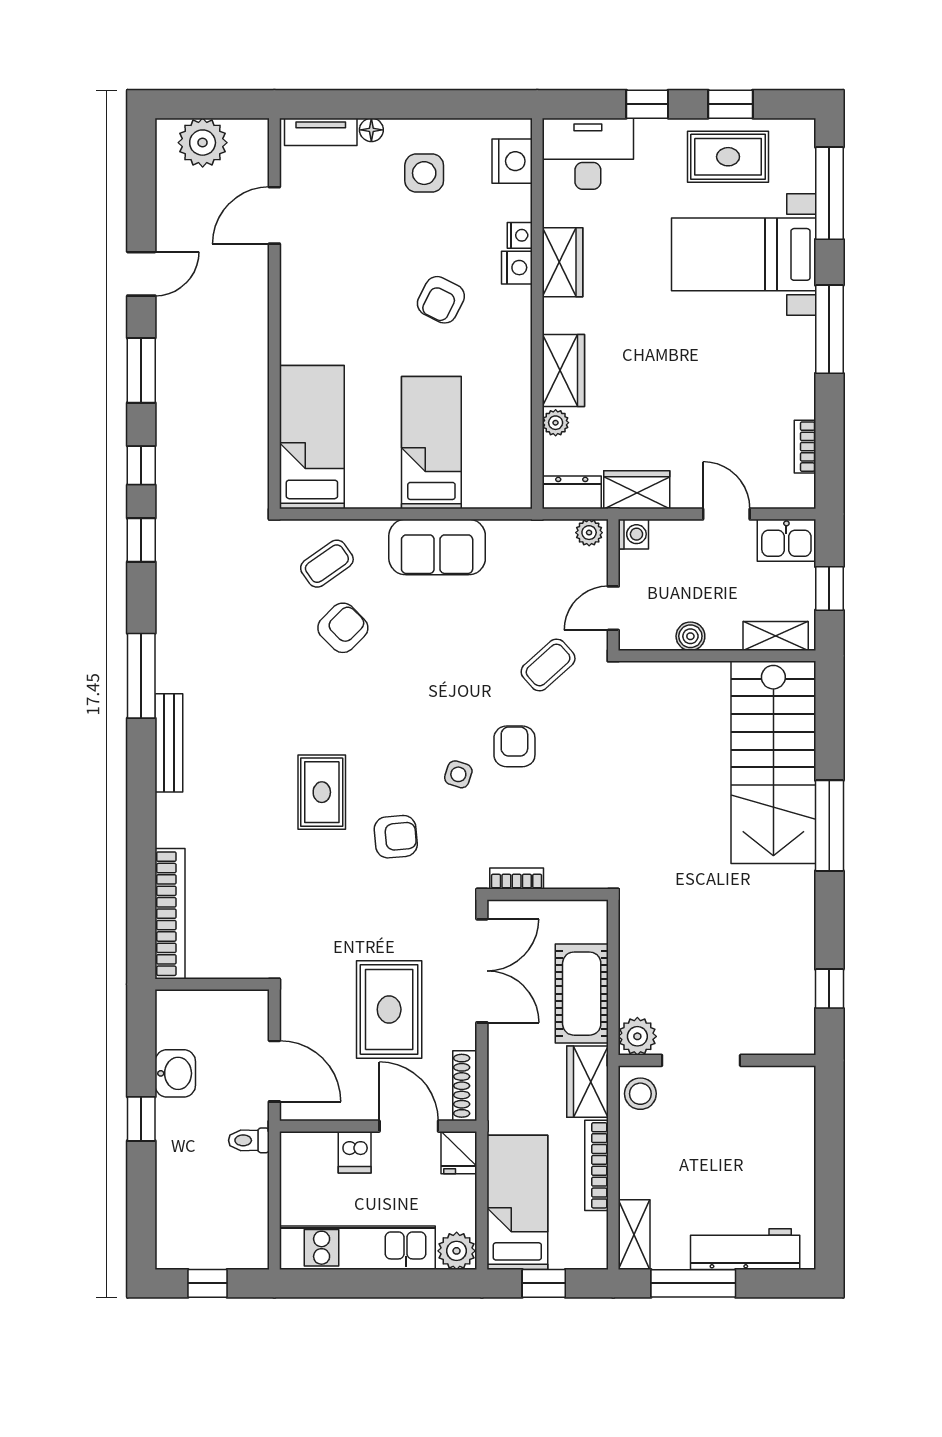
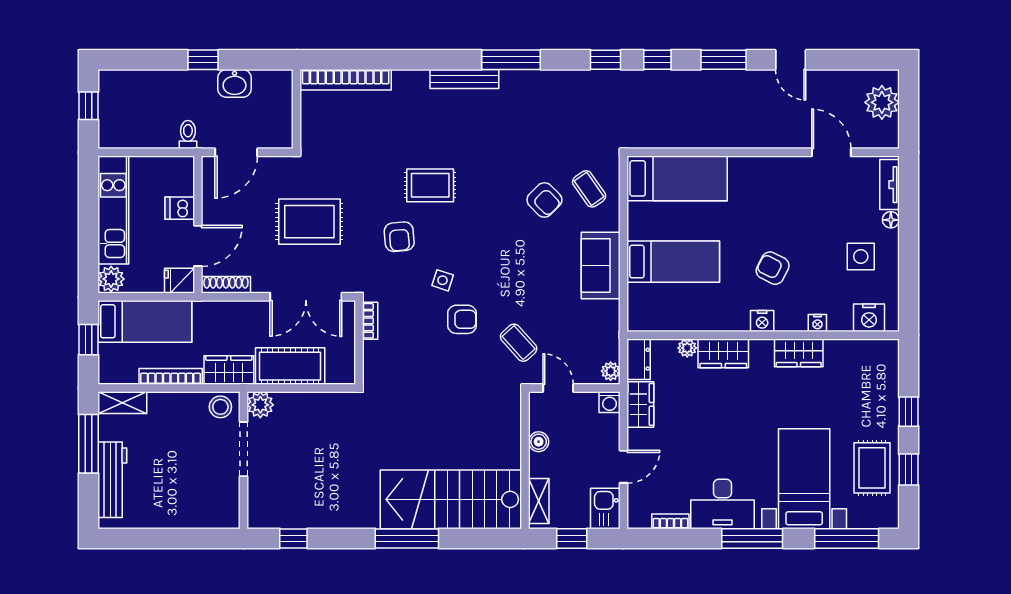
desk: (588, 154) -> (722, 504), moved, turned 90
nightstand: (517, 268) -> (762, 321), moved
rug: (389, 1009) -> (309, 222), moved

